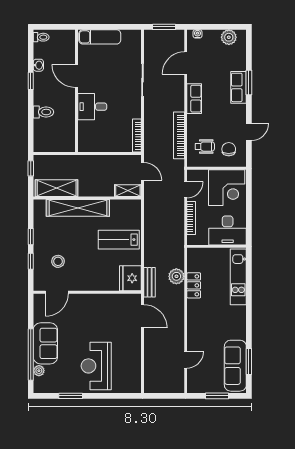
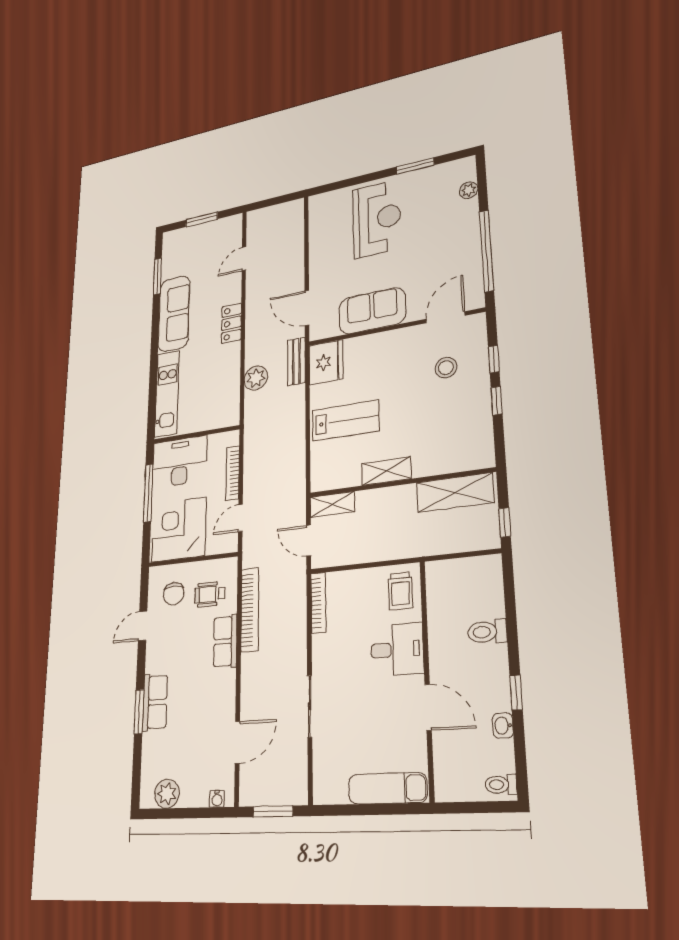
row of seats: (194, 99) -> (225, 641), moved
trolley: (89, 138) -> (400, 591), added
shelving: (78, 208) -> (386, 471), width x0.45, depth x0.75
window: (249, 213) -> (148, 493), added
locker: (194, 285) -> (231, 323), moved
sofa: (45, 343) -> (372, 311), moved, turned 90
window: (31, 355) -> (486, 251), moved
sofa: (235, 366) -> (174, 314), moved

